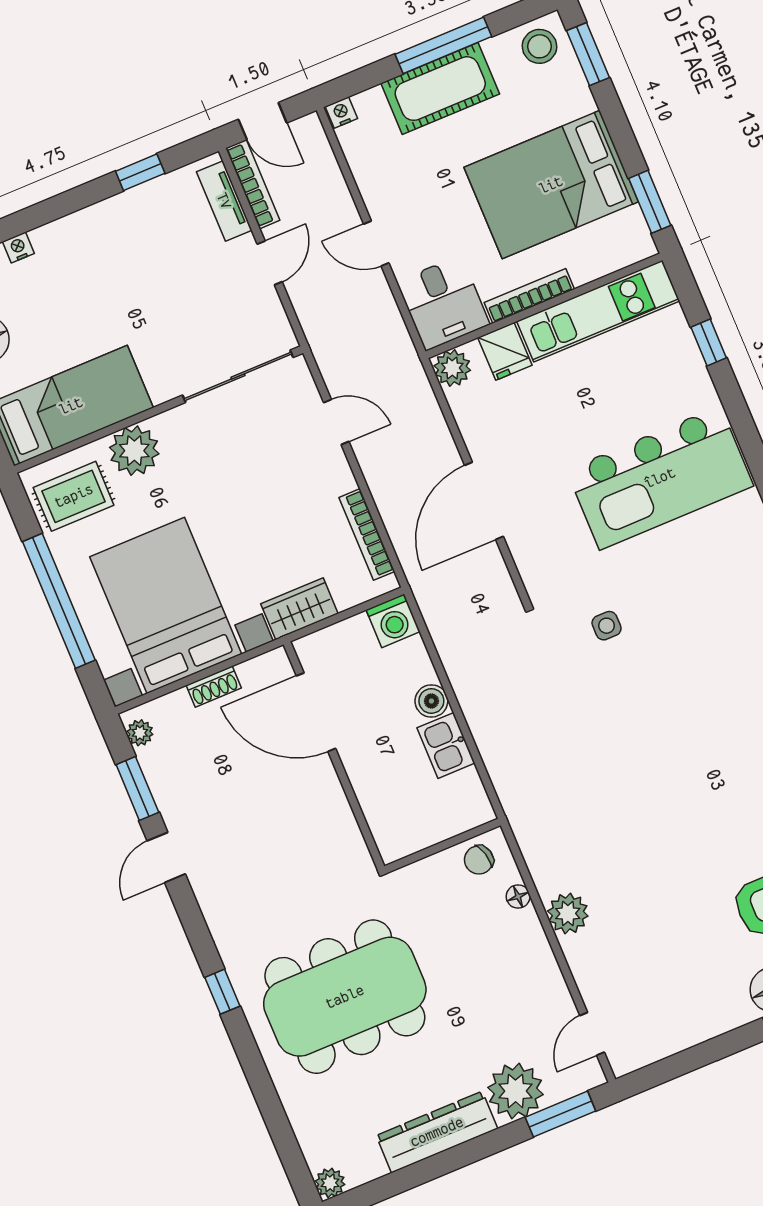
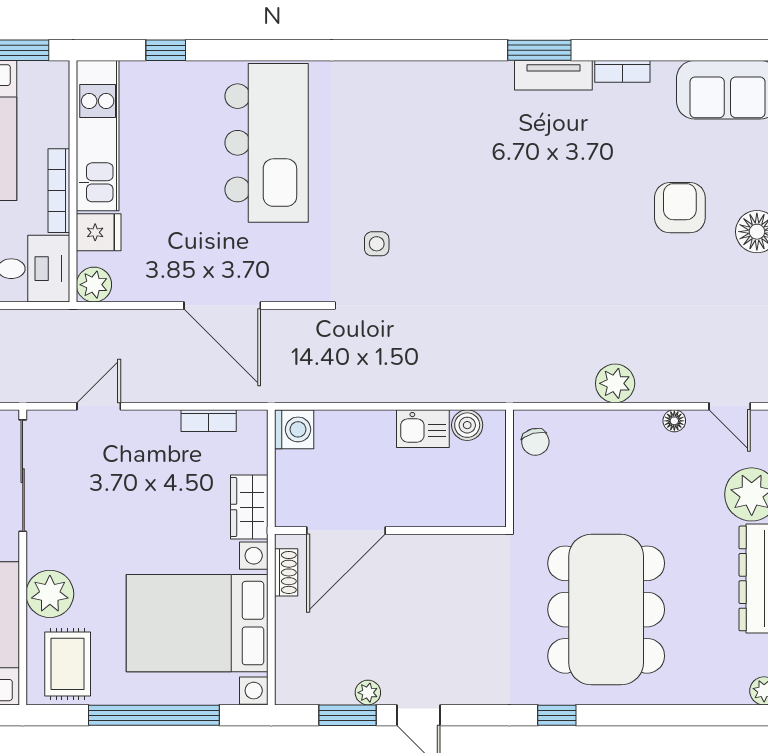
bookcase: (367, 534) -> (209, 421), width x0.64
shoe rack: (214, 687) -> (286, 572), moved
boiler: (431, 701) -> (467, 425), moved
plant: (140, 733) -> (368, 693), moved
floor lamp: (518, 896) -> (674, 421), moved

